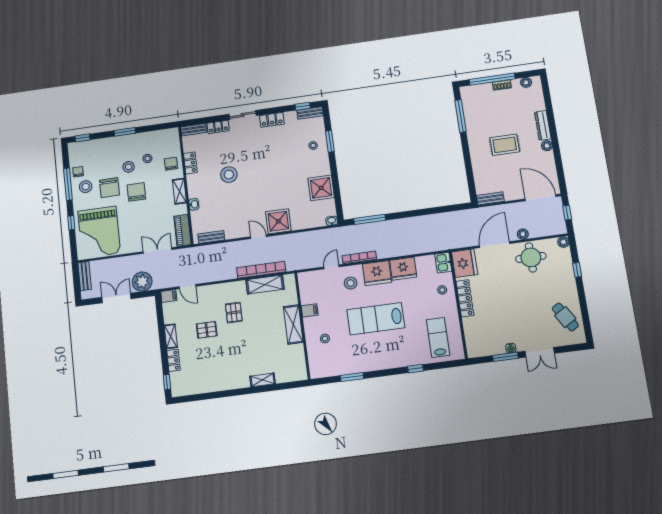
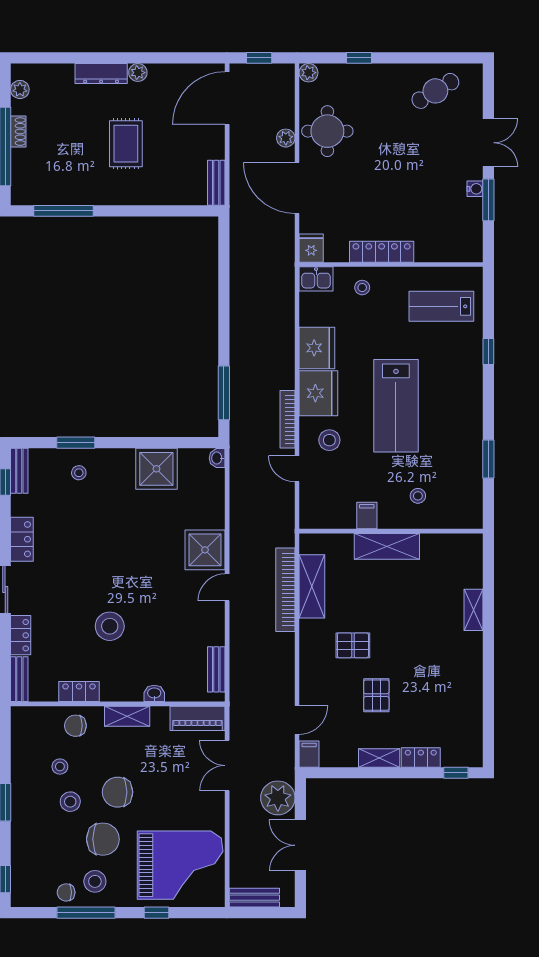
fridge: (465, 263) -> (311, 248), width x0.53, depth x0.75

